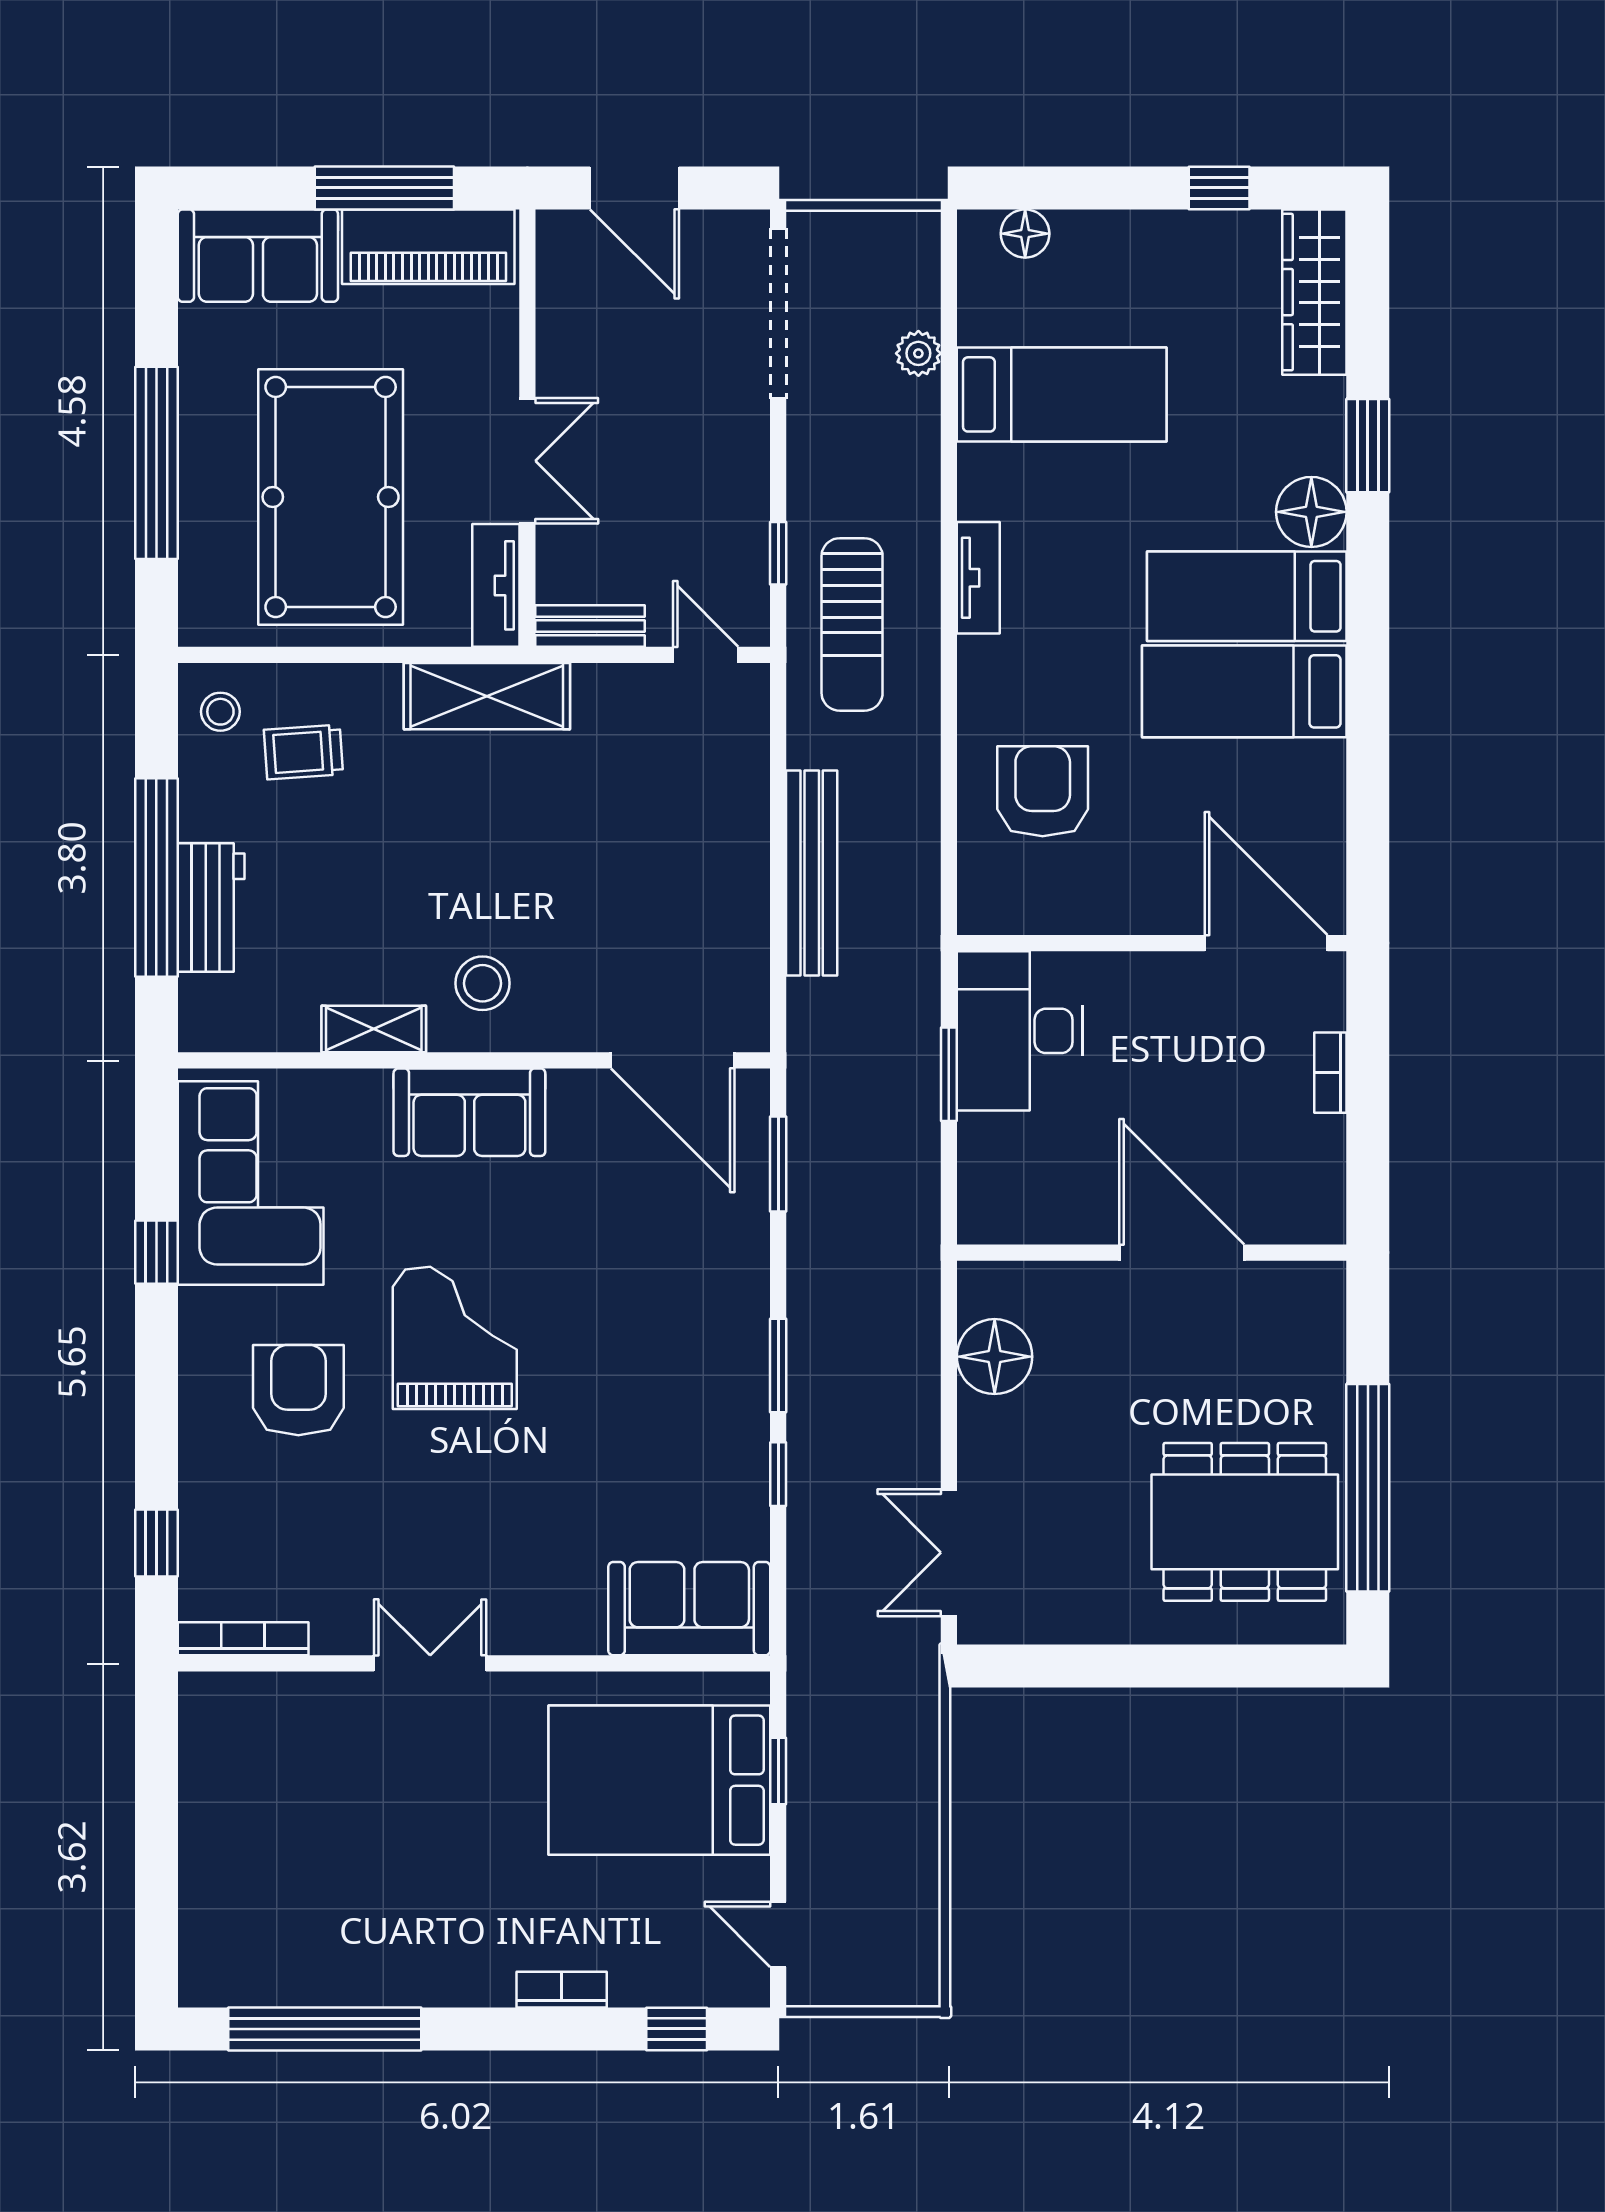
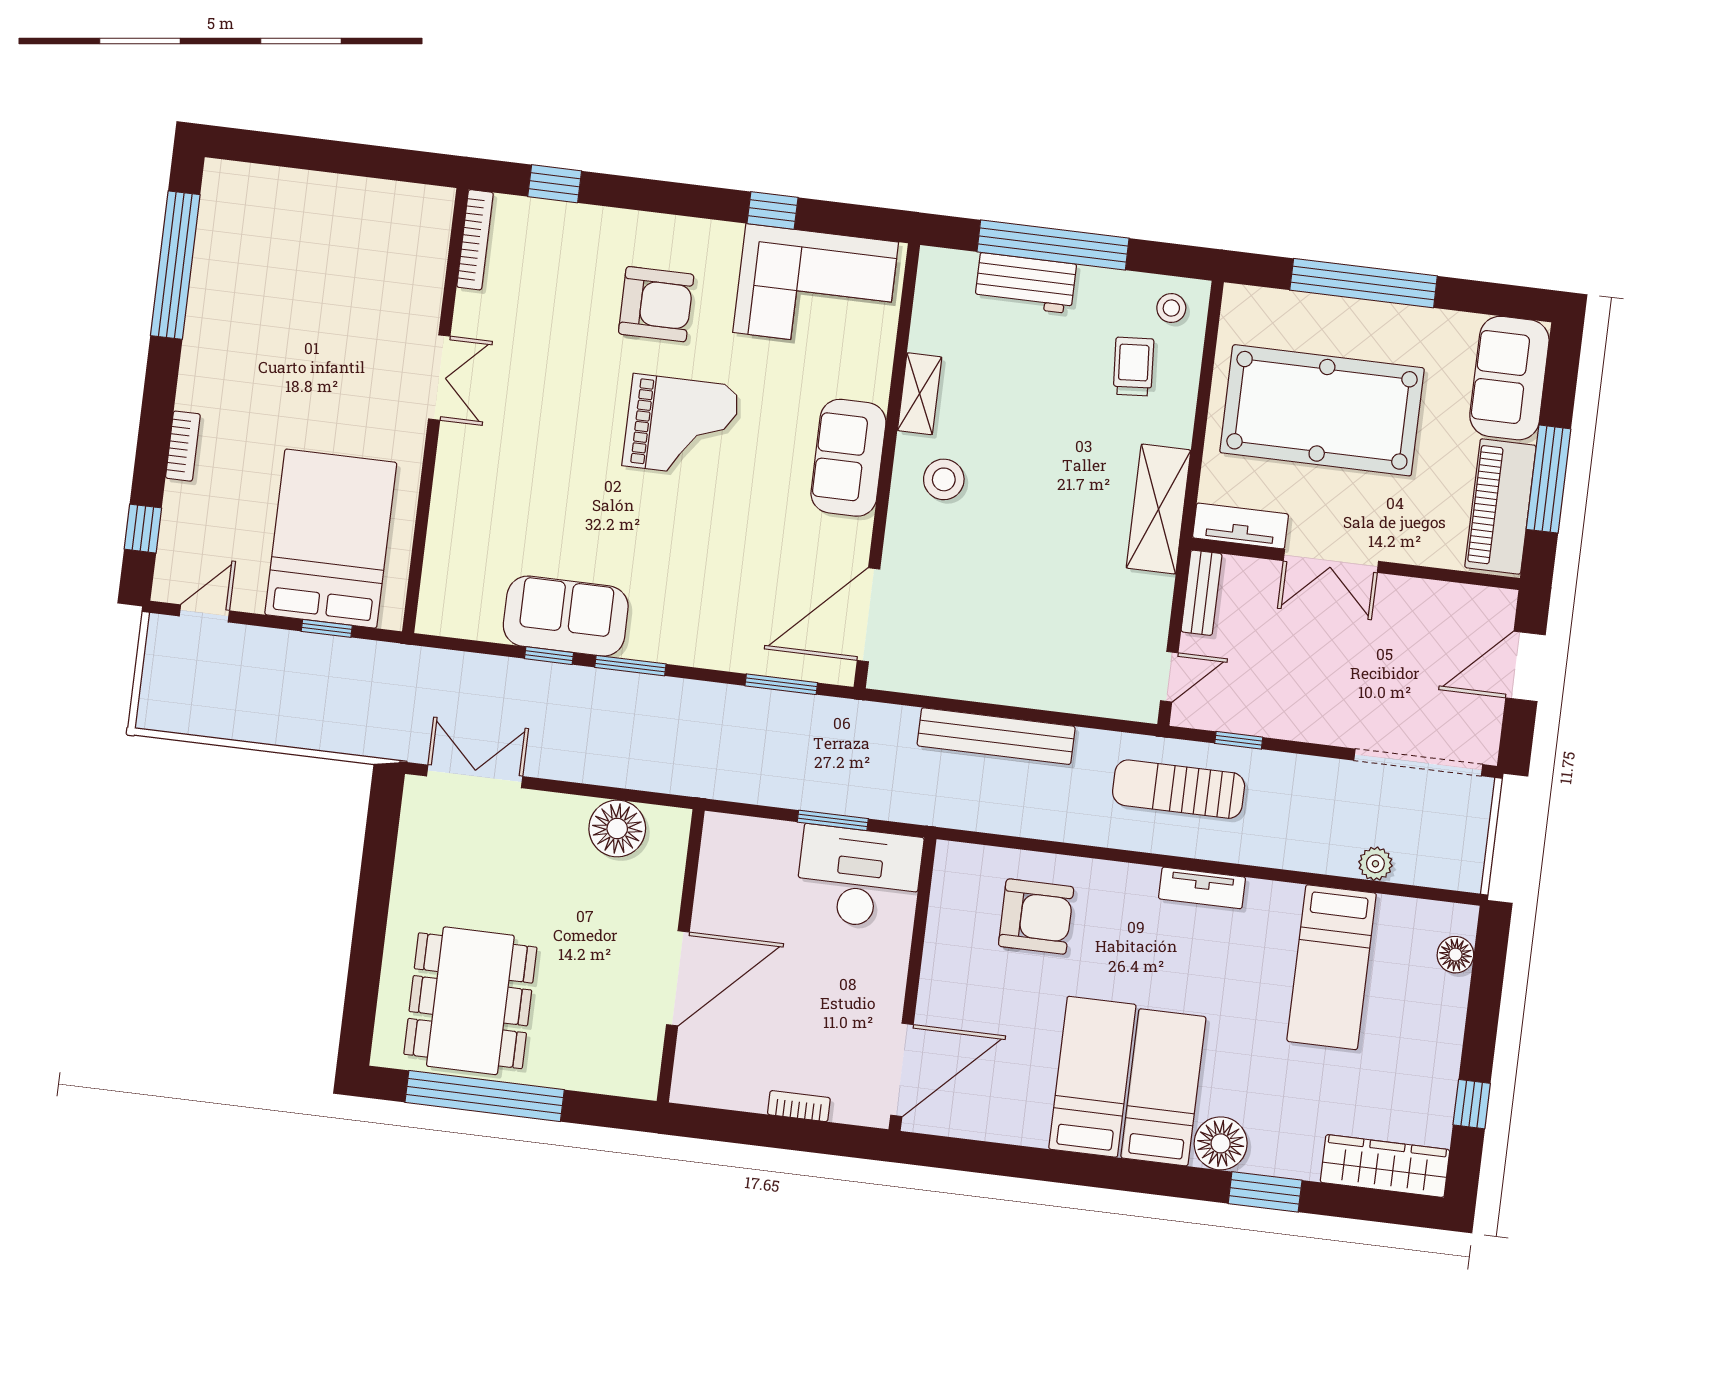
sofa: (689, 1609) -> (566, 616), moved, turned -90

